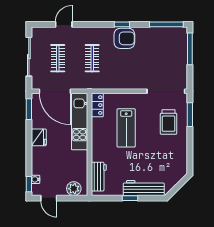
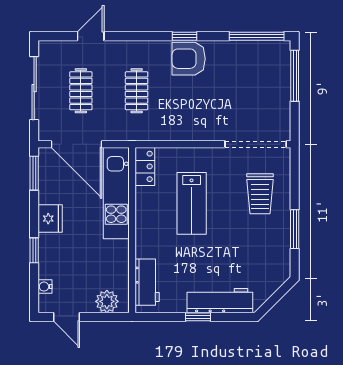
armchair: (124, 38) -> (189, 59), turned 180
window: (190, 115) -> (295, 229), moved
window: (29, 184) -> (34, 250), moved

